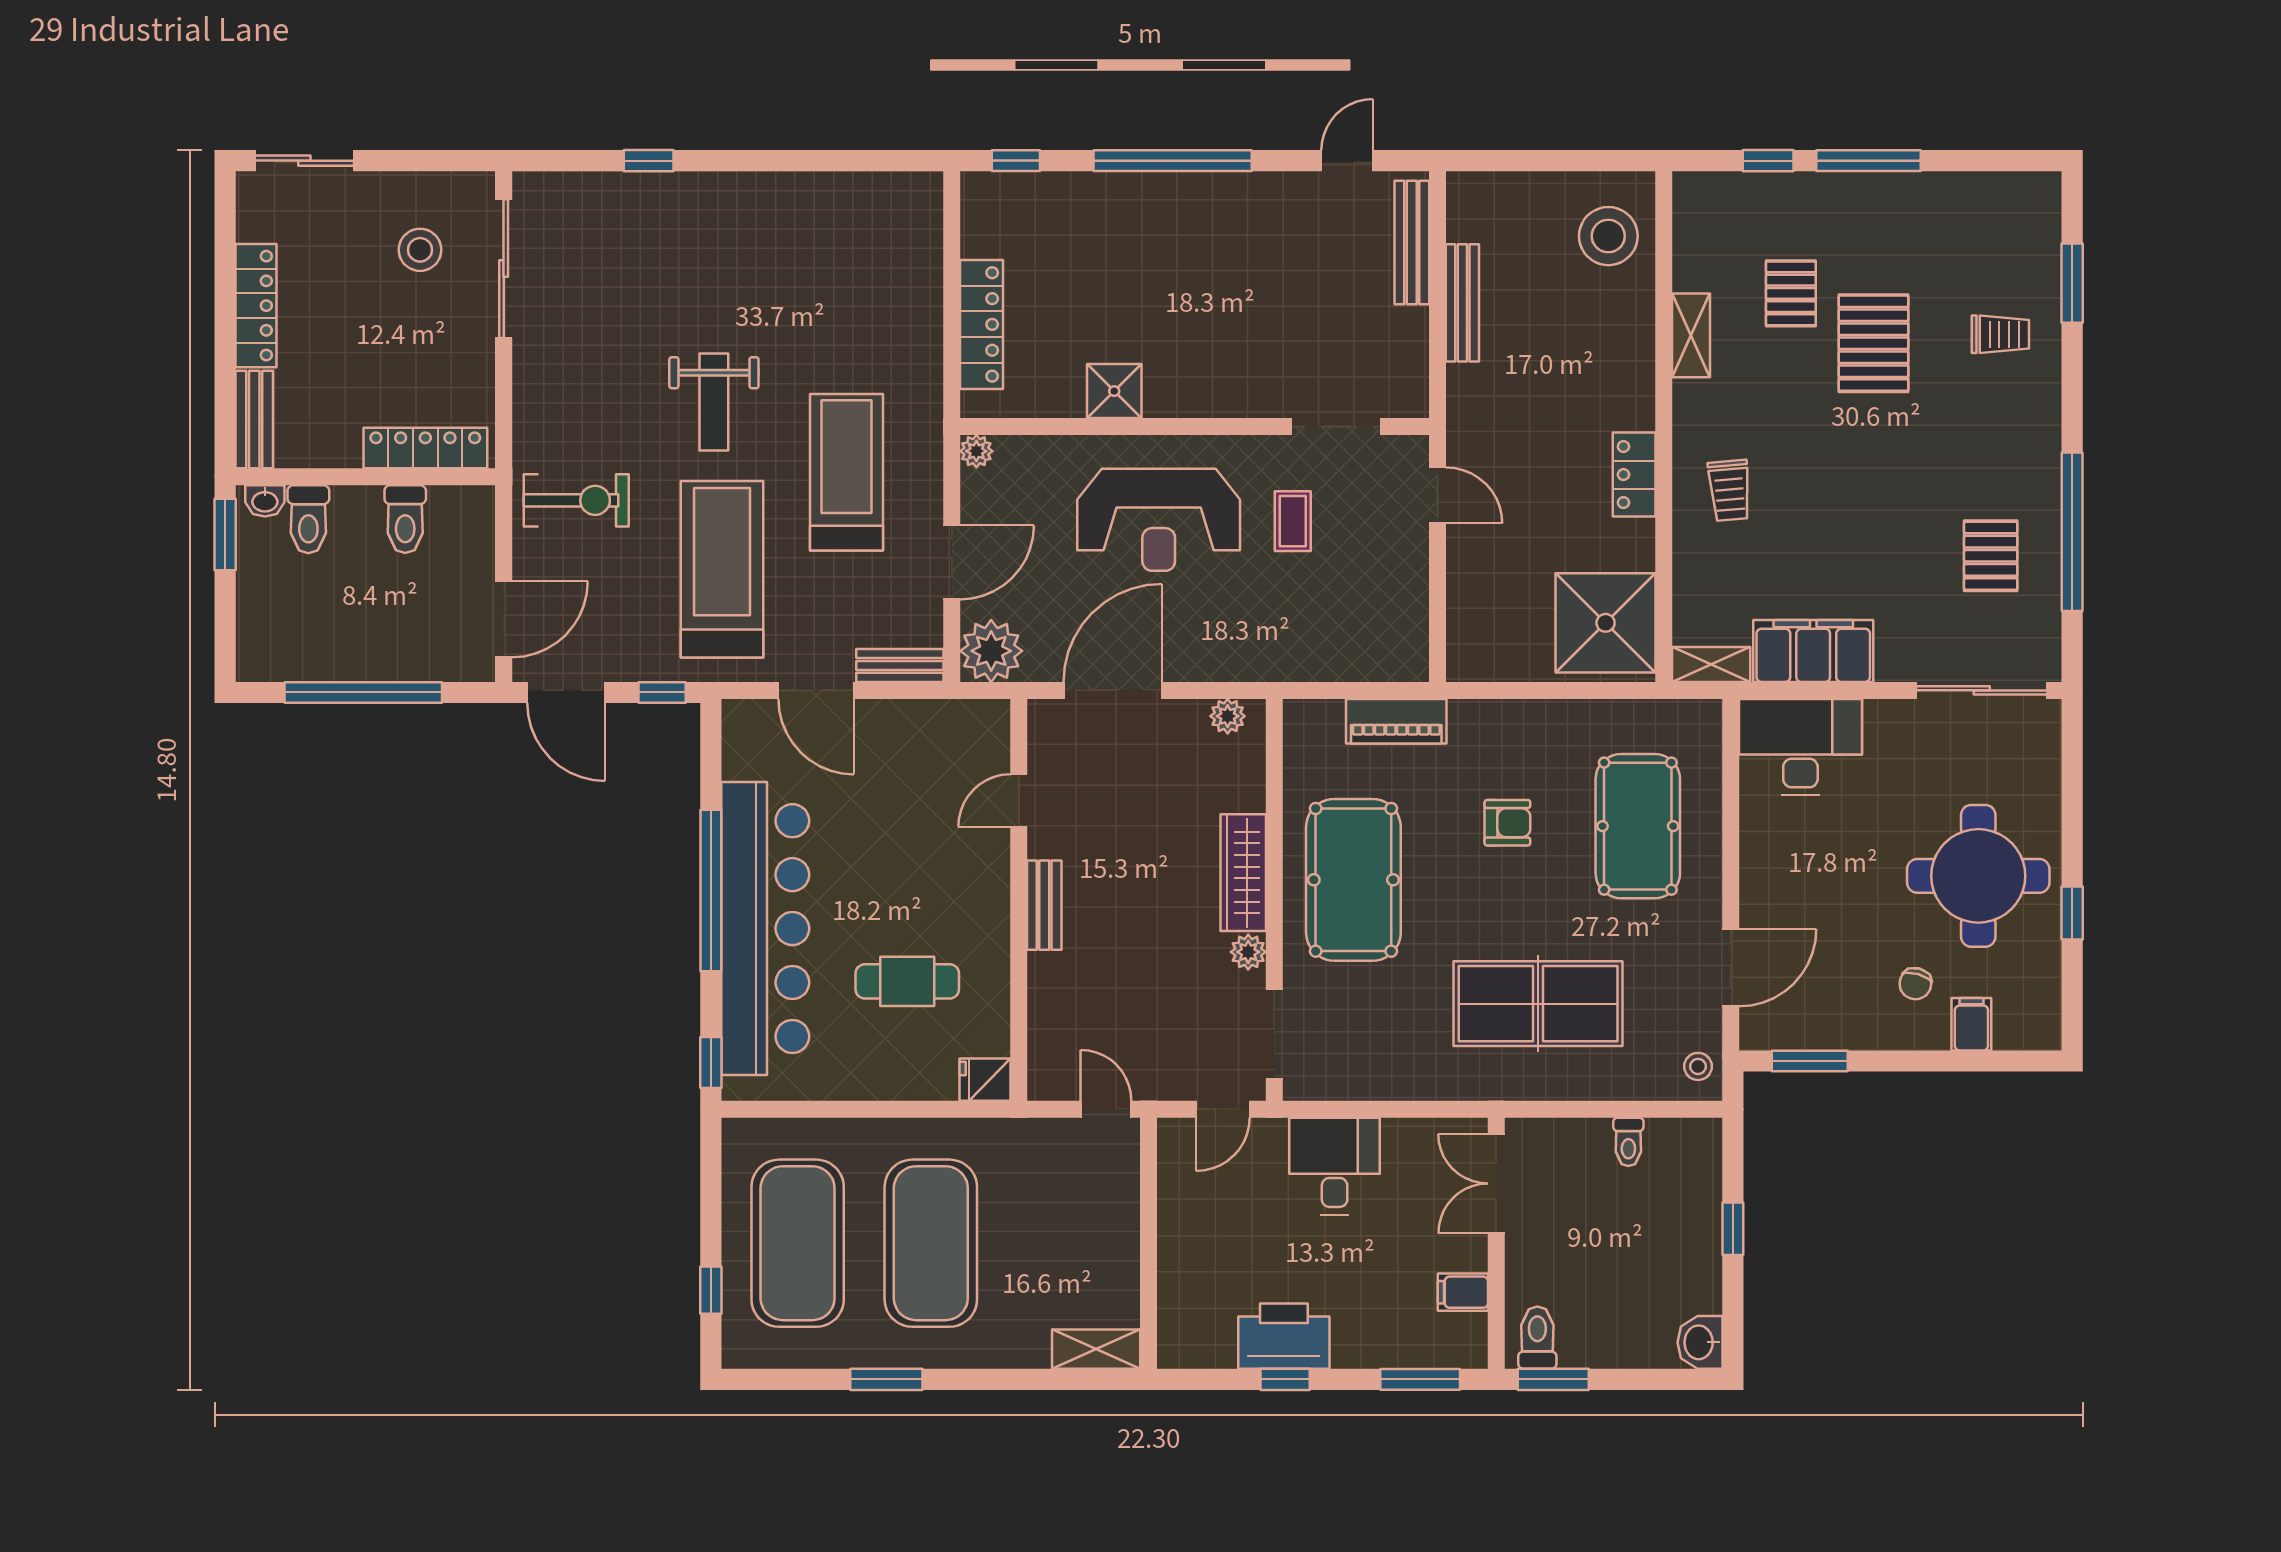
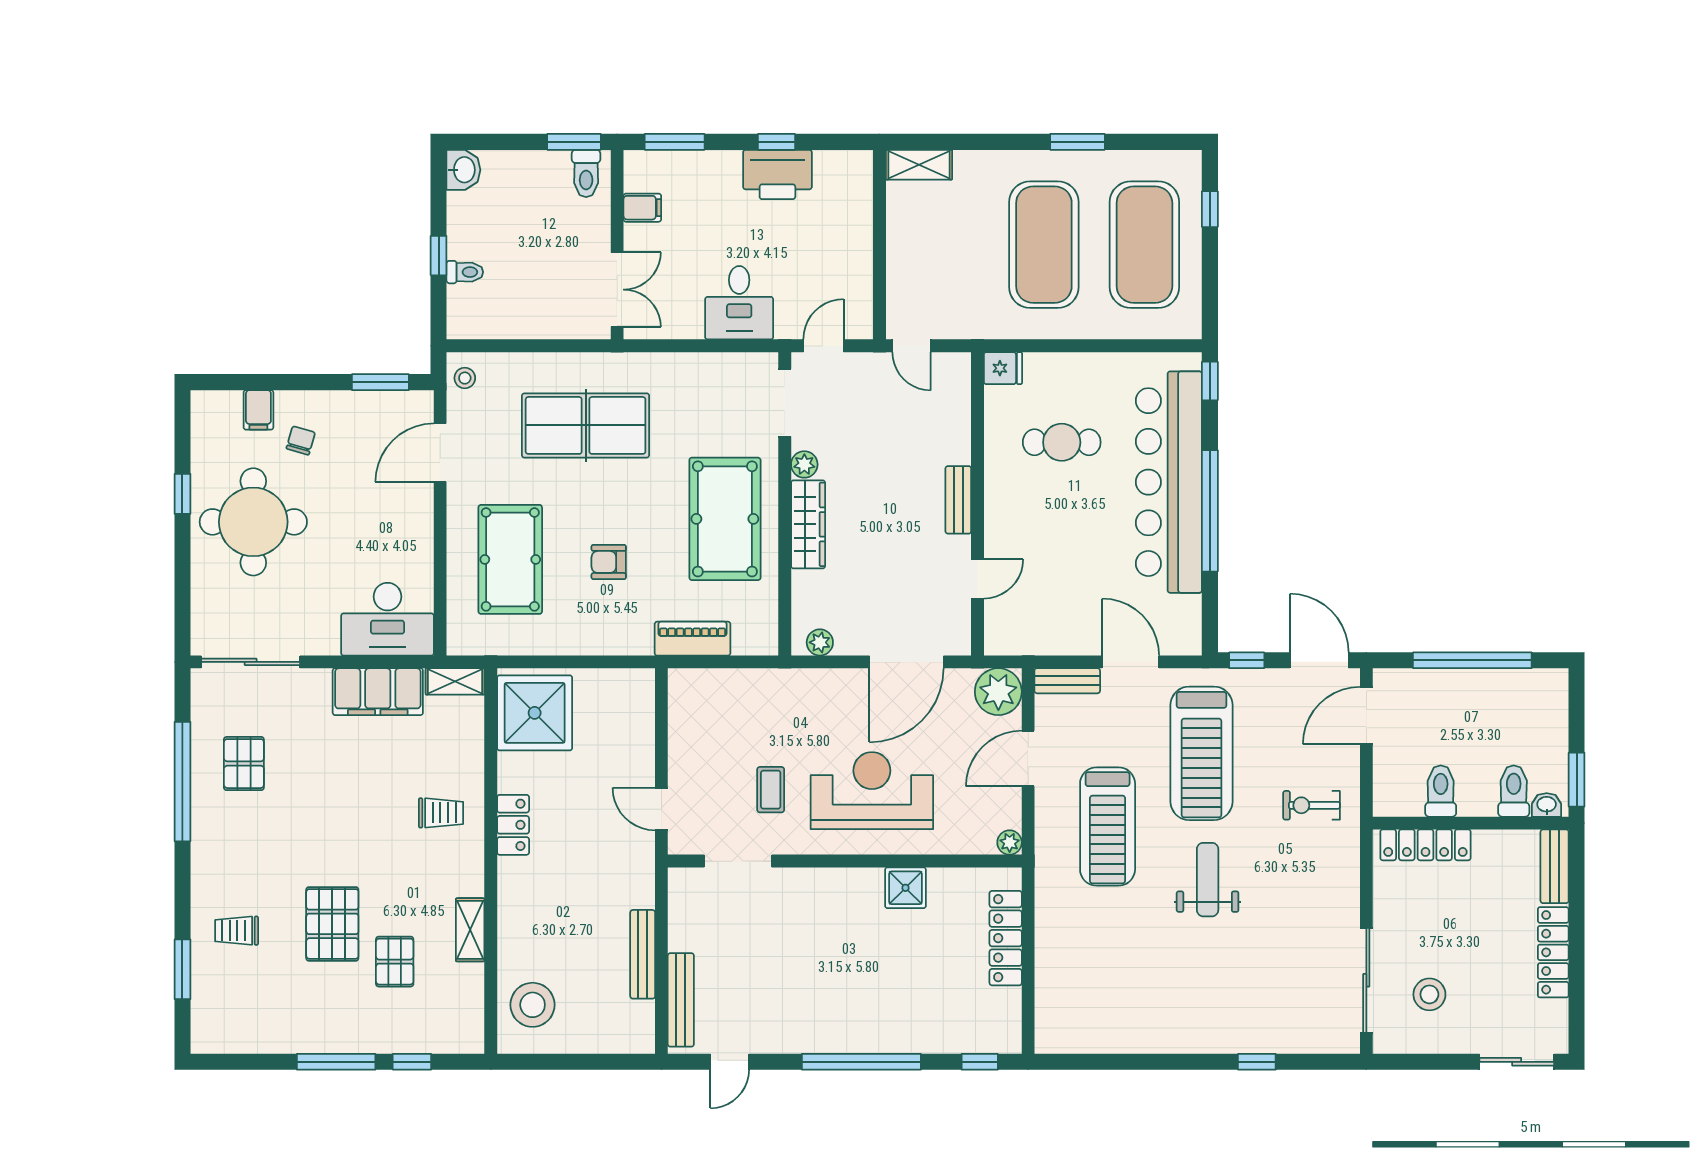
trolley: (1729, 490) -> (441, 813), turned 95
exercise bike: (576, 500) -> (1312, 805), width x0.73, depth x0.72
toilet: (1628, 1142) -> (465, 272), moved, turned 90

